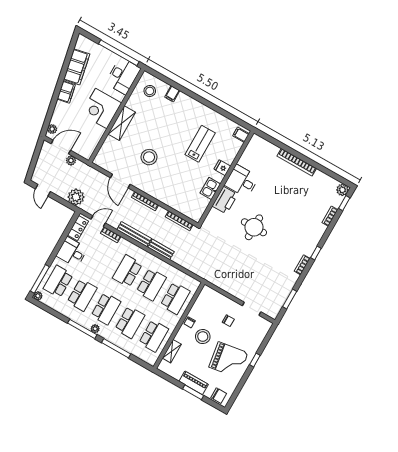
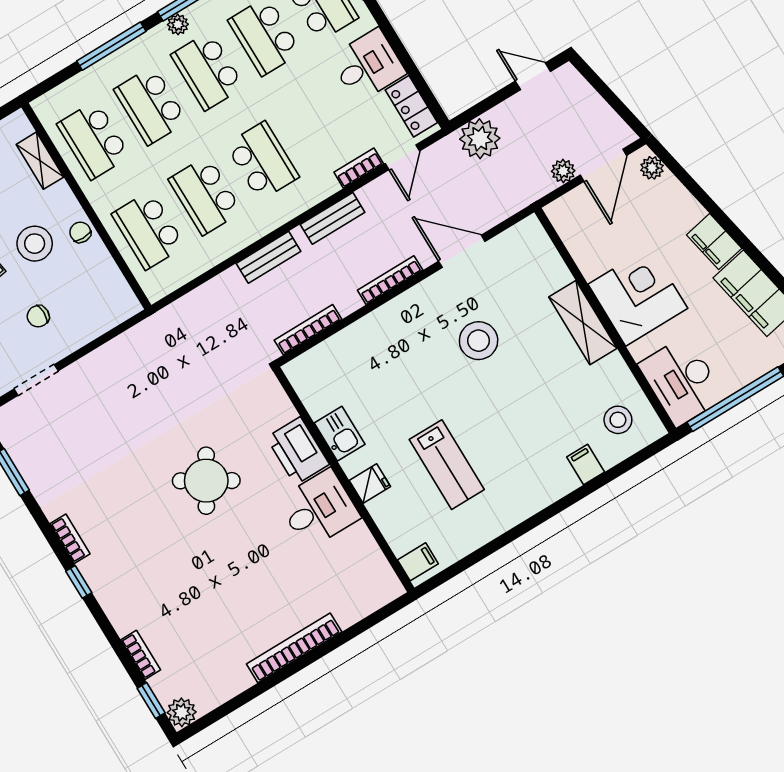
round table: (254, 227) -> (206, 481), turned 31
bench: (134, 234) -> (333, 218), width x0.73

